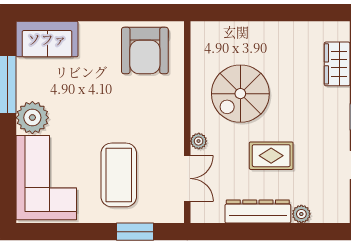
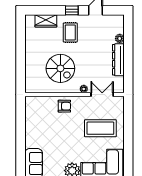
armchair: (145, 51) -> (64, 106), moved, width x0.53, depth x0.53
rug: (271, 156) -> (70, 33), moved
window: (135, 232) -> (128, 120), removed

